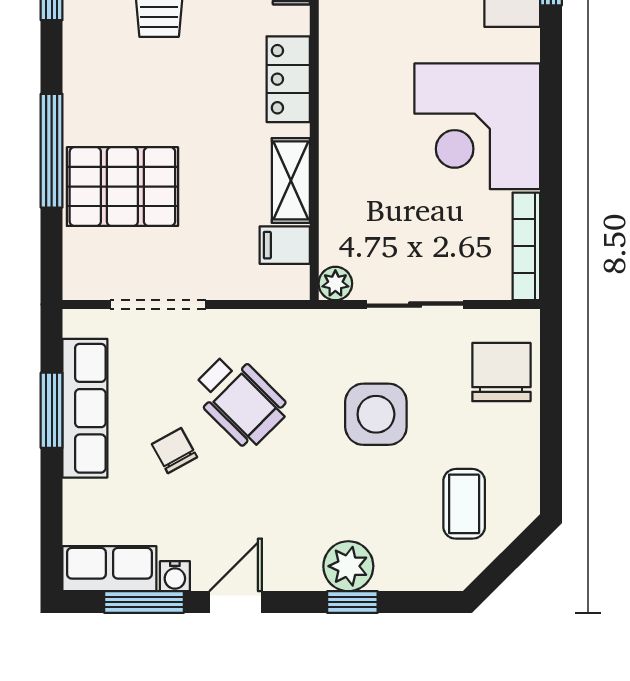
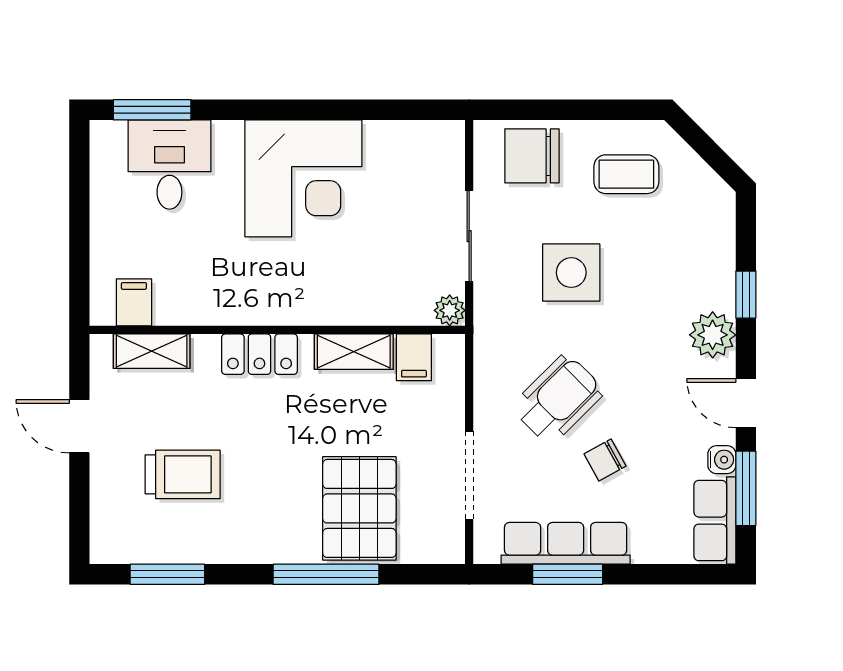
bookcase: (526, 246) -> (415, 133), removed
coffee table: (464, 504) -> (626, 174), moved
plant: (348, 566) -> (713, 335), moved

